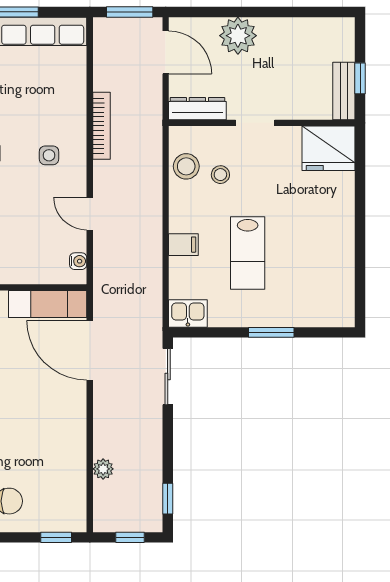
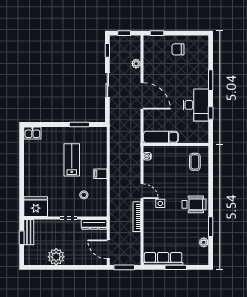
plant: (238, 36) -> (56, 257), moved
stool: (186, 166) -> (99, 199), removed
door: (90, 214) -> (142, 191), moved
filing cabinet: (183, 245) -> (100, 174), moved
kitchen sink: (188, 313) -> (32, 133), moved
window: (271, 332) -> (79, 125), moved
door: (90, 350) -> (142, 96), moved
sliding door: (168, 377) -> (107, 85), moved

